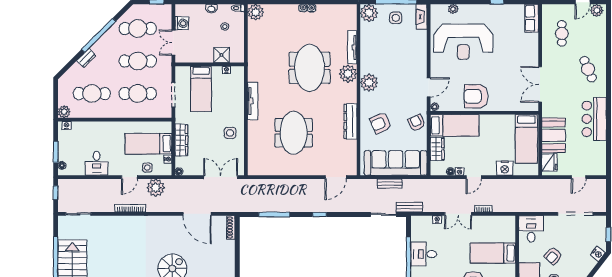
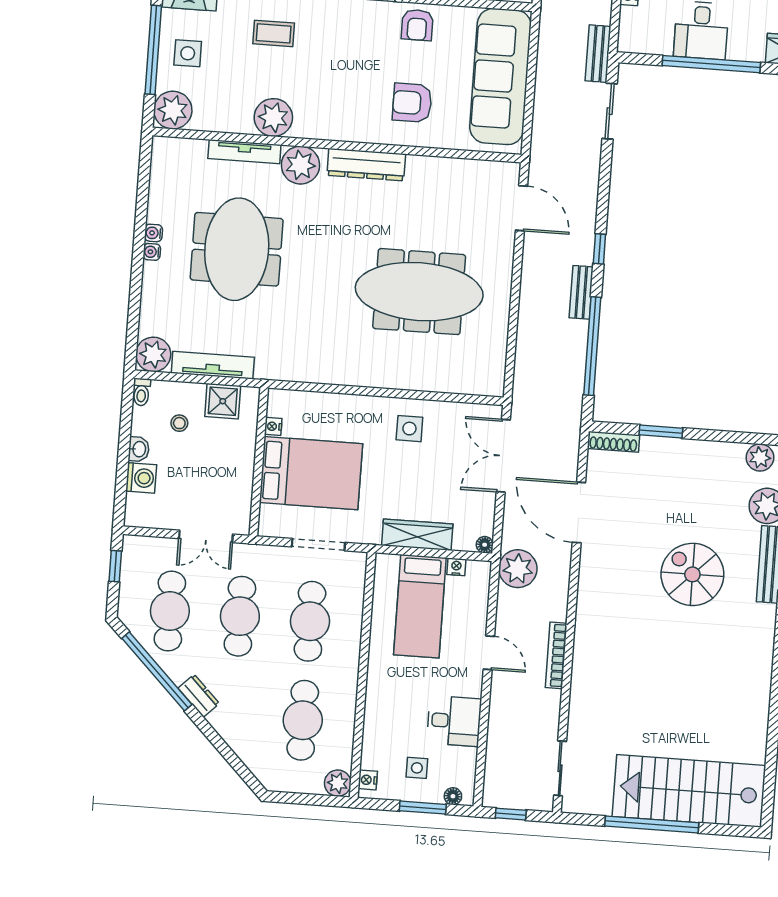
washing machine: (182, 23) -> (141, 478), moved, turned 90
window: (99, 35) -> (157, 671), moved
shower: (222, 55) -> (223, 401), moved
coffee table: (408, 57) -> (274, 33), added
dresser: (86, 58) -> (199, 696), moved
meeting table: (310, 68) -> (237, 249), moved, turned 90
plant: (369, 83) -> (273, 117), moved
bed: (201, 89) -> (311, 473), width x1.50
tv unit: (253, 101) -> (213, 365), moved
dresser: (350, 121) -> (366, 165), moved
armchair: (380, 123) -> (412, 103), turned 114
armchair: (417, 123) -> (417, 25), turned -65
meeting table: (294, 133) -> (419, 292), width x1.36
side table: (147, 168) -> (417, 768), moved
bench: (390, 183) -> (581, 292), moved
plant: (156, 188) -> (518, 569), moved
door: (197, 214) -> (579, 513), swing flipped
window: (274, 214) -> (592, 346), width x1.46
window: (237, 249) -> (661, 432), added

